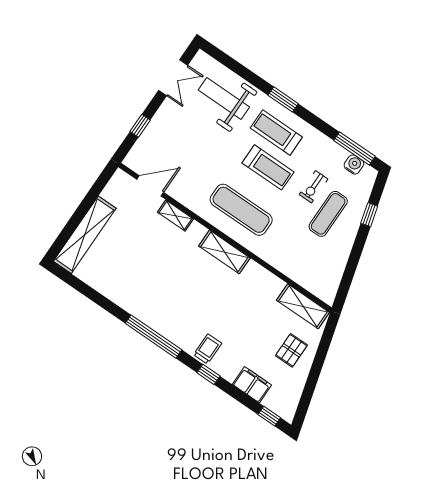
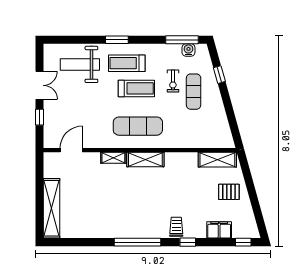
double door: (173, 78) -> (39, 85), moved
shelving: (175, 216) -> (113, 158), moved
pallet: (291, 350) -> (229, 192), turned 90

